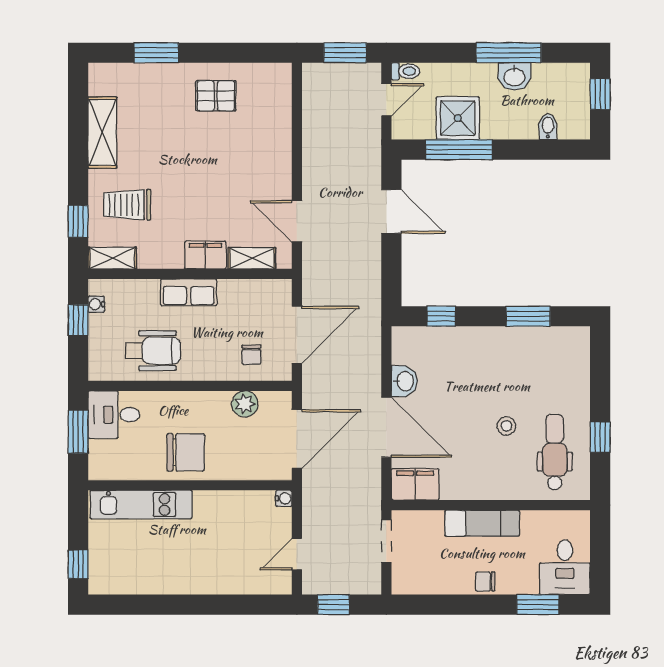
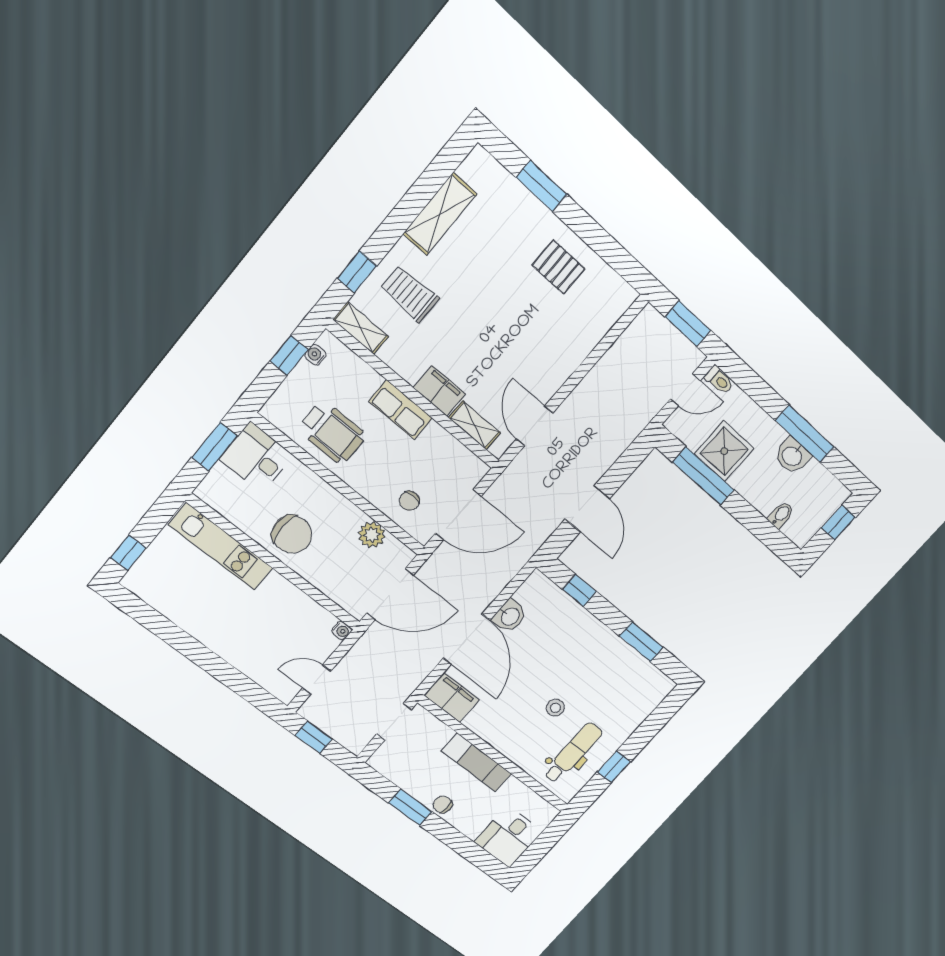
door: (391, 212) -> (587, 509), moved
window: (538, 605) -> (410, 807), moved

